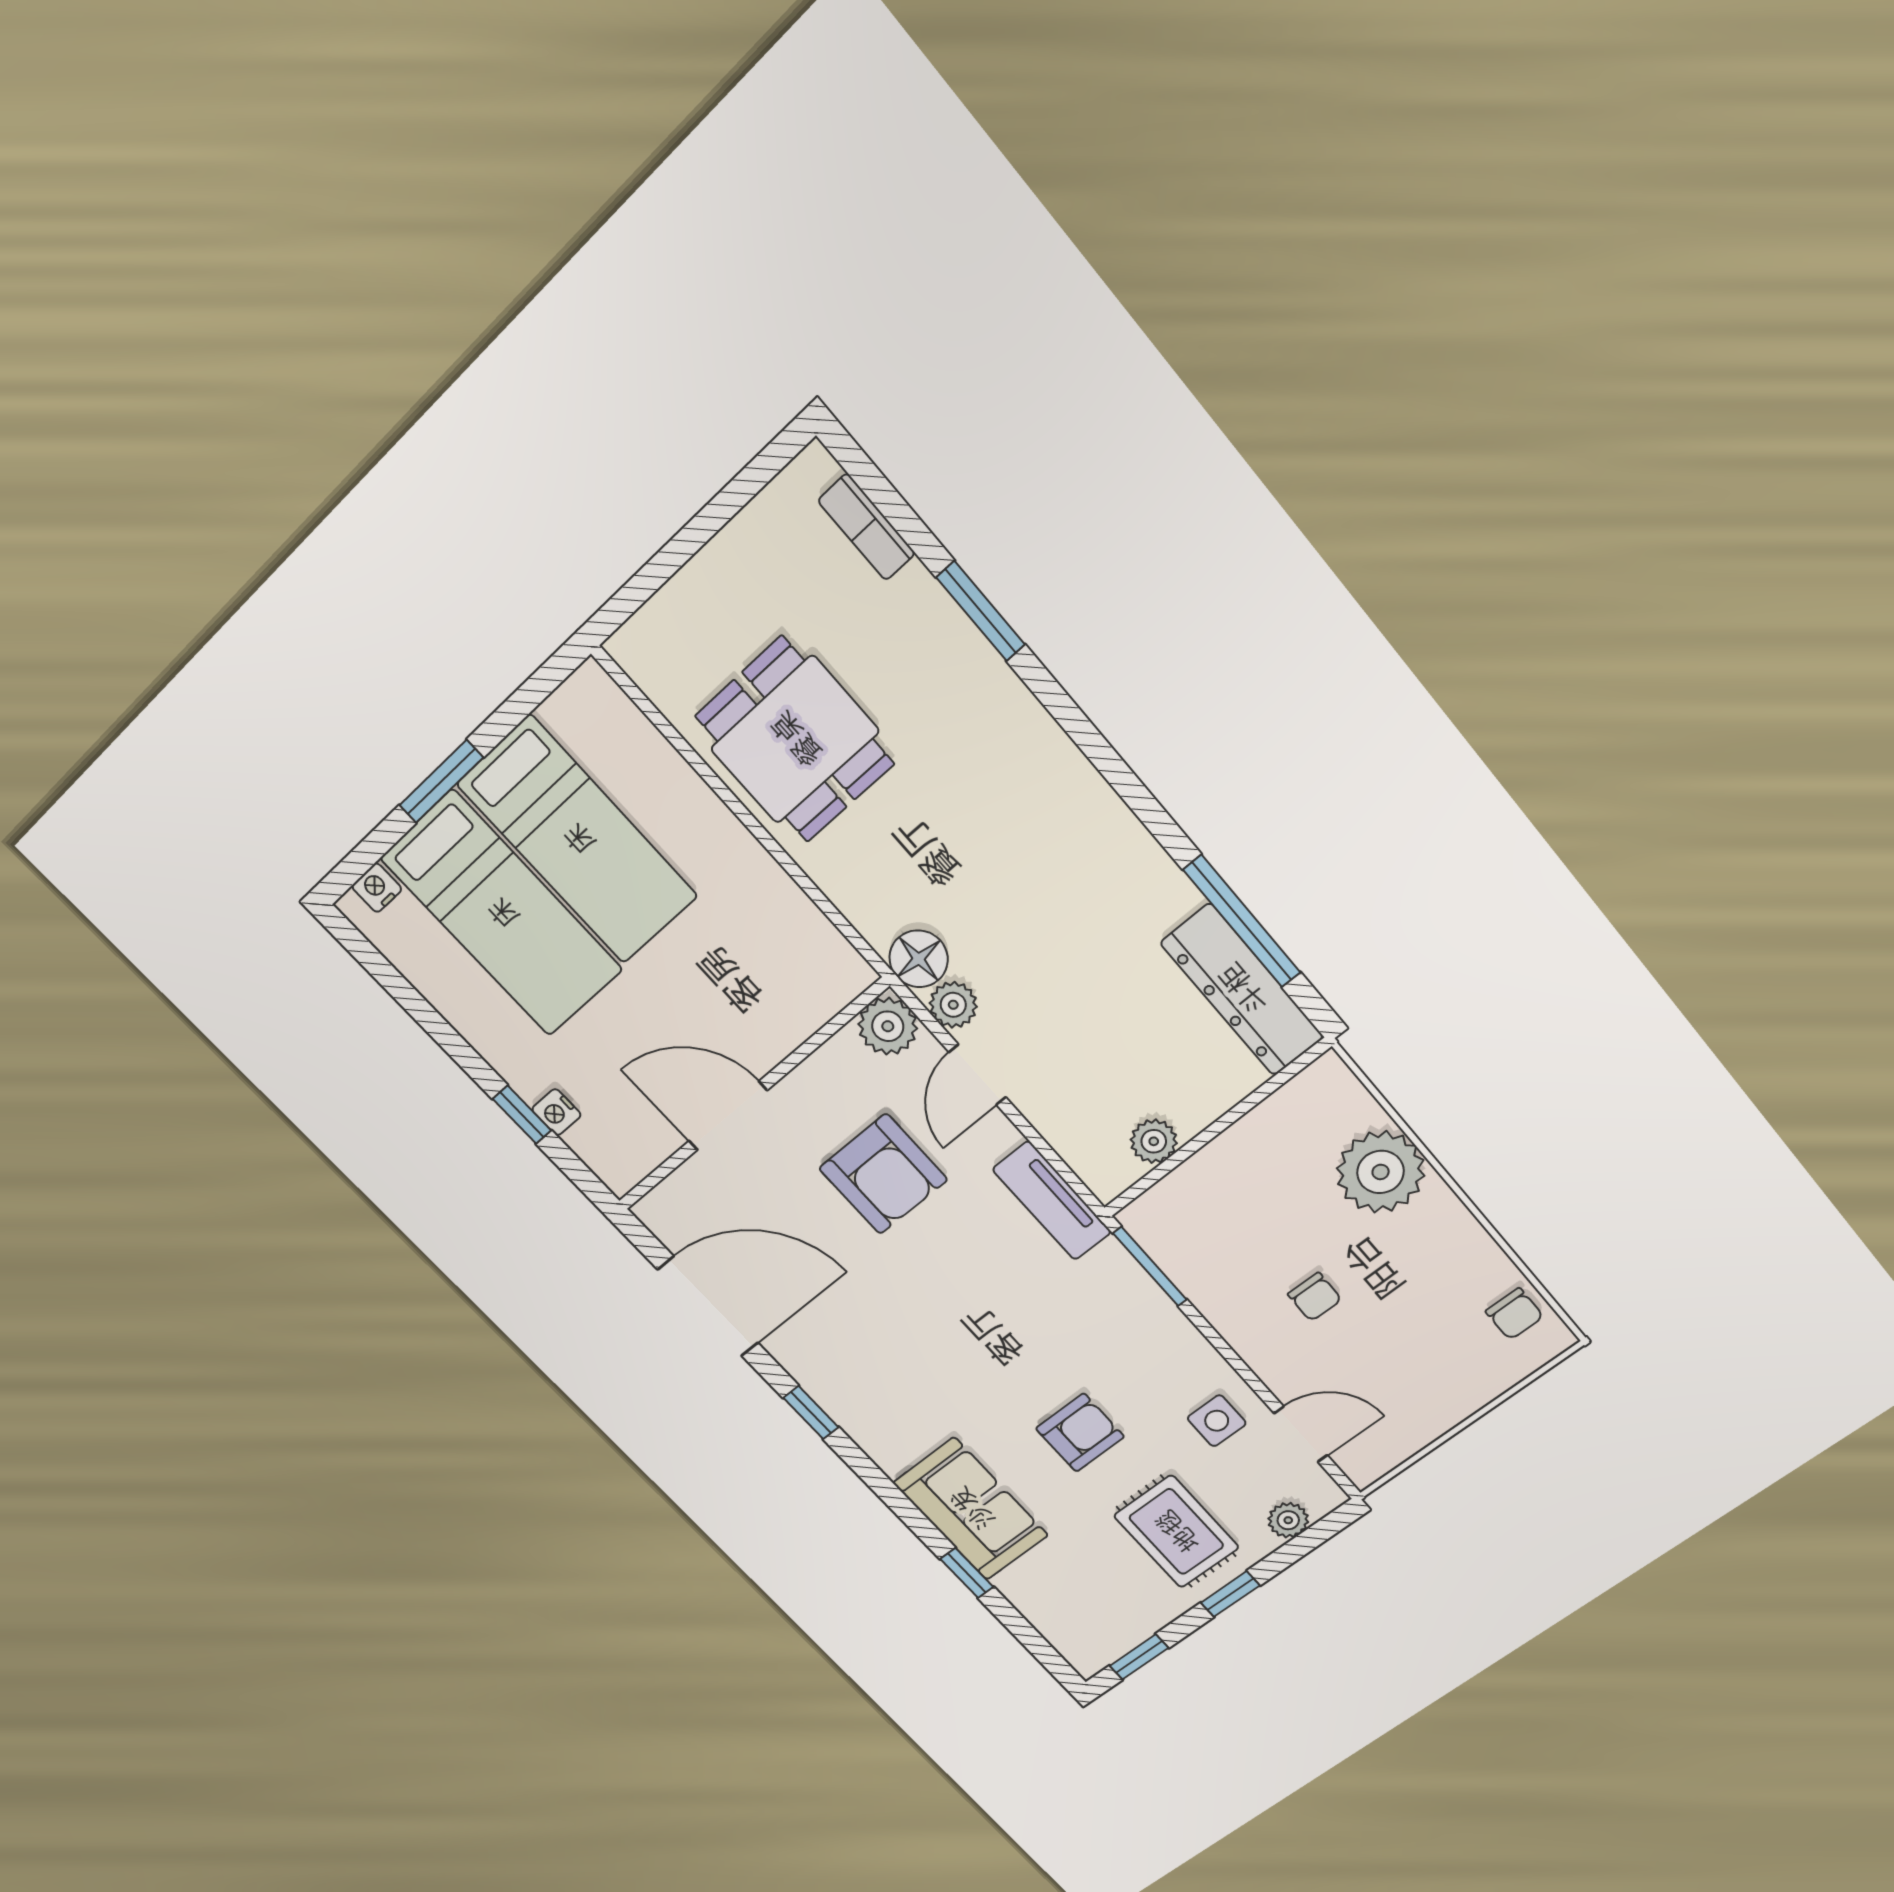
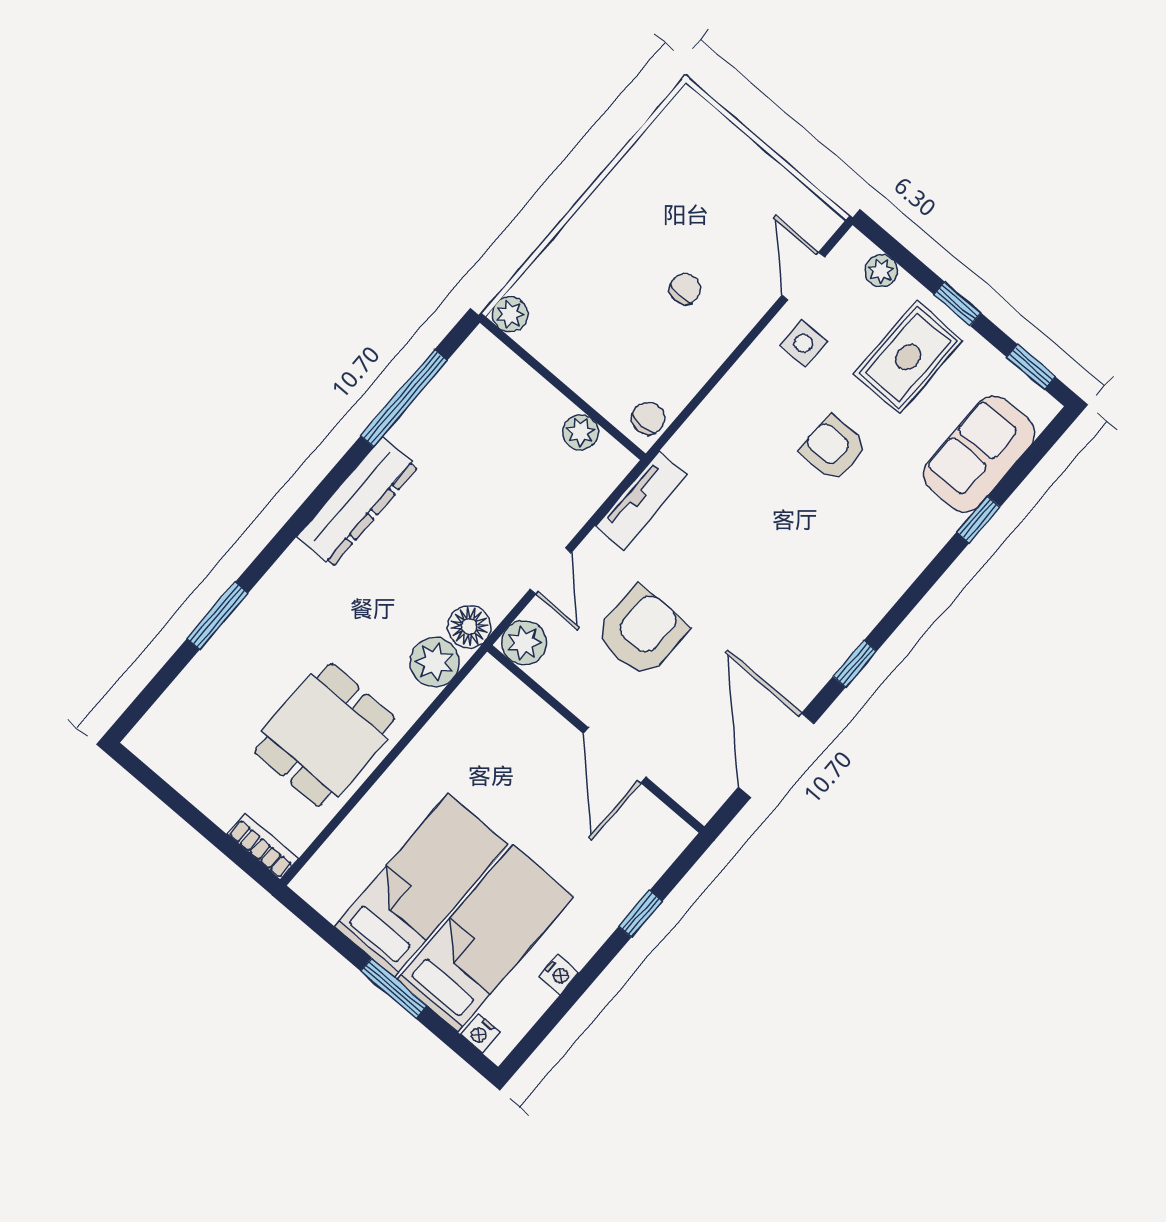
bookcase: (867, 527) -> (263, 846), moved, turned -90
dresser: (1242, 990) -> (358, 502), moved
plant: (953, 1005) -> (435, 662), moved, width x1.38, depth x1.38
door: (977, 1075) -> (551, 571), hinge flipped
nightstand: (556, 1112) -> (559, 974), moved
plant: (1381, 1172) -> (510, 314), moved, width x0.53, depth x0.53
window: (1150, 1266) -> (682, 418), removed
chair: (1515, 1314) -> (648, 418), moved
sofa: (971, 1509) -> (979, 454), moved

